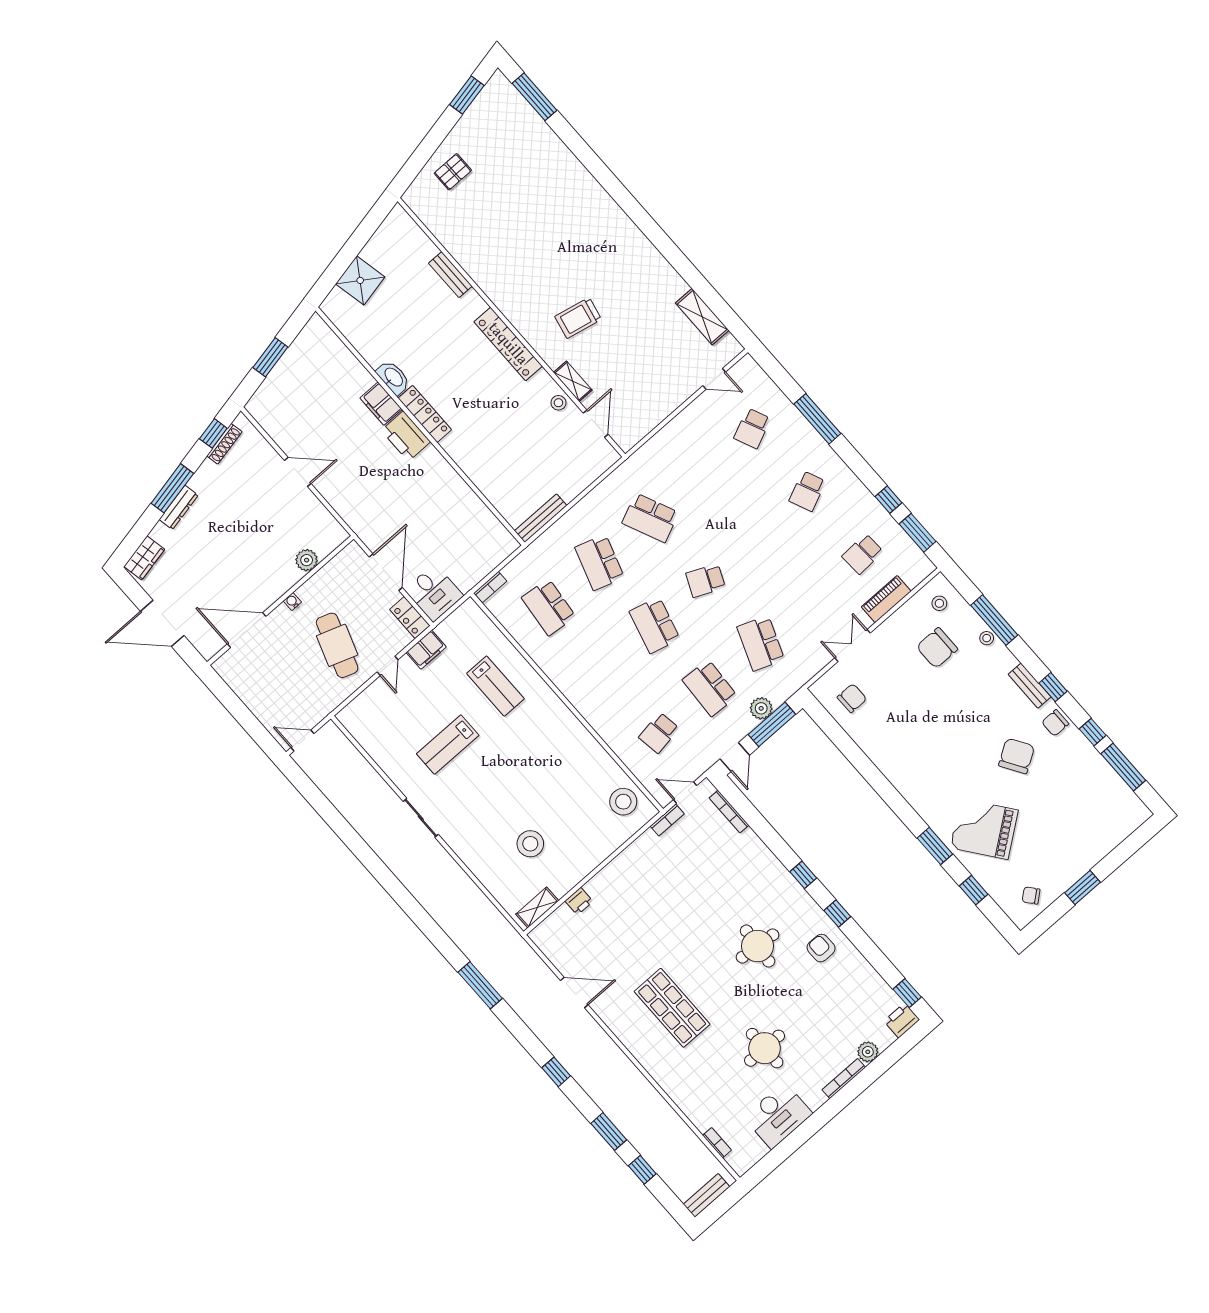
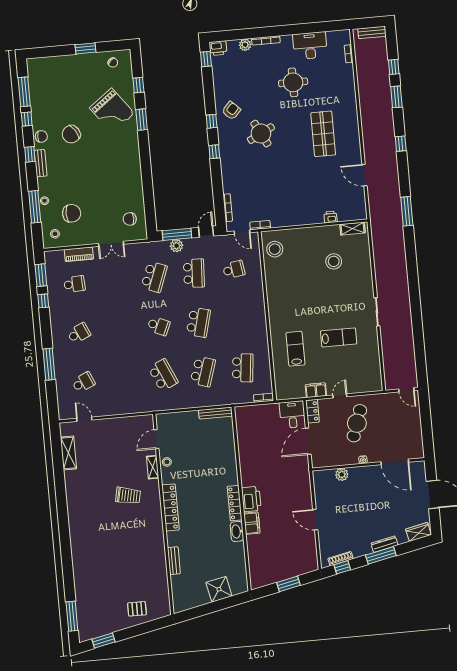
round table: (758, 946) -> (261, 134), turned -32
armchair: (821, 948) -> (231, 111), turned -137

